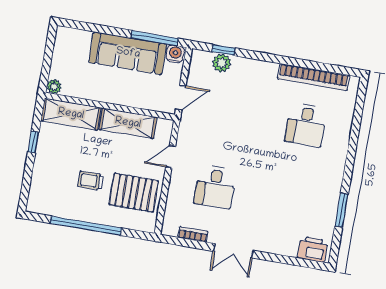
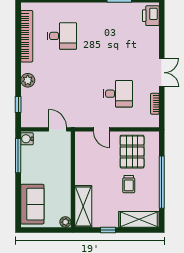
sofa: (128, 53) -> (32, 204), moved, width x0.73
plant: (222, 63) -> (28, 80), moved
shelving: (128, 123) -> (139, 219), moved, turned 90

